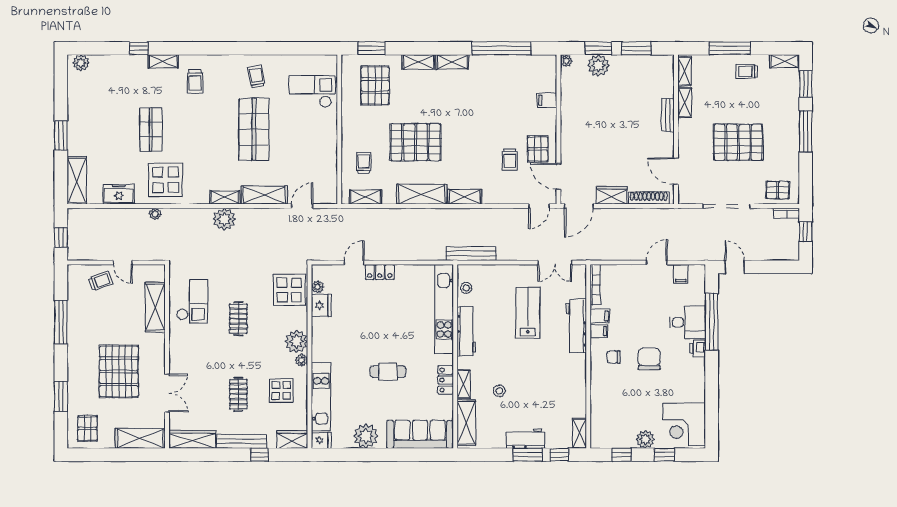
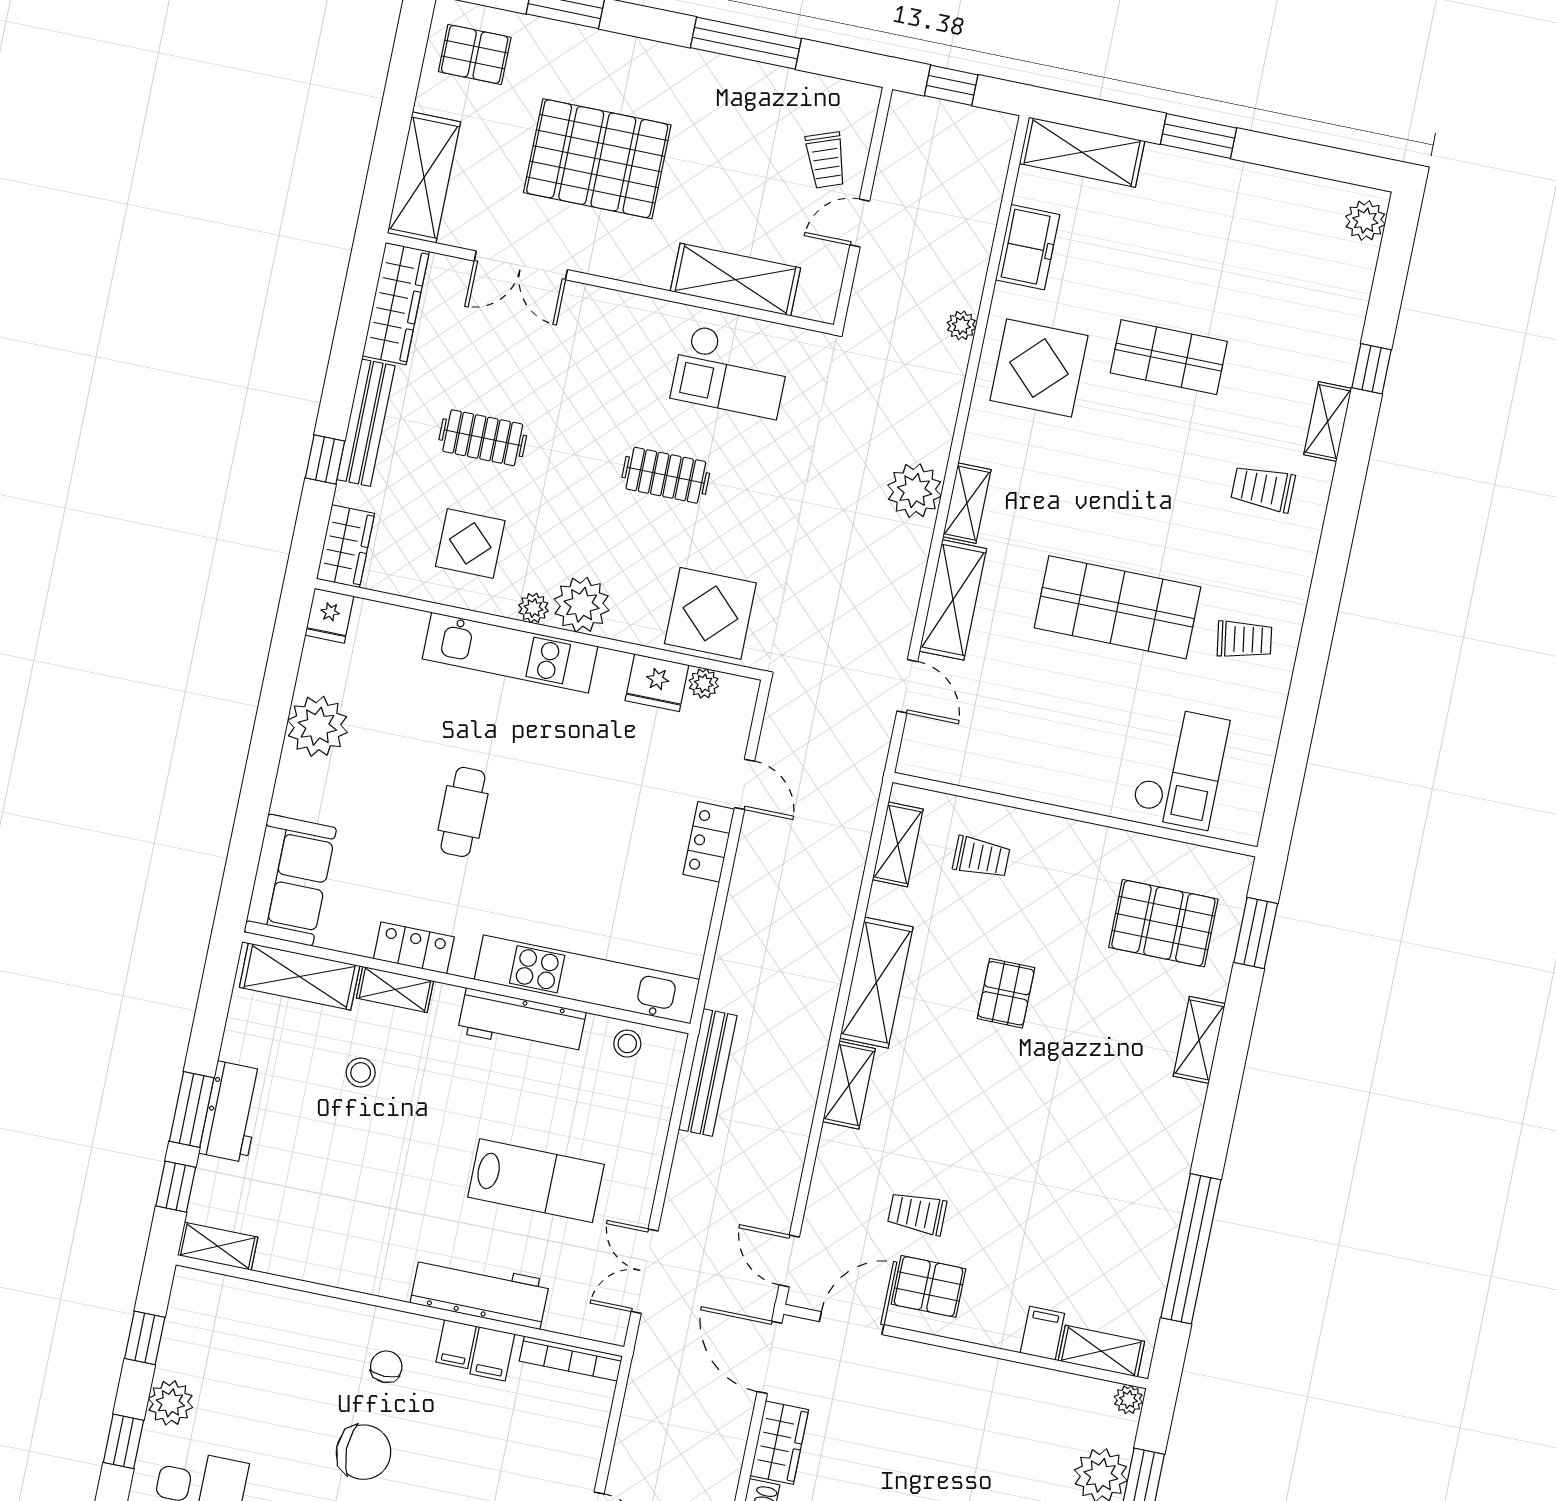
shelving: (452, 62) -> (1101, 1351), moved, turned 90
pallet: (416, 142) -> (1006, 993), width x0.49, depth x0.50
kitchen unit: (321, 397) -> (510, 653), moved
sofa: (420, 434) -> (290, 880), width x0.73

